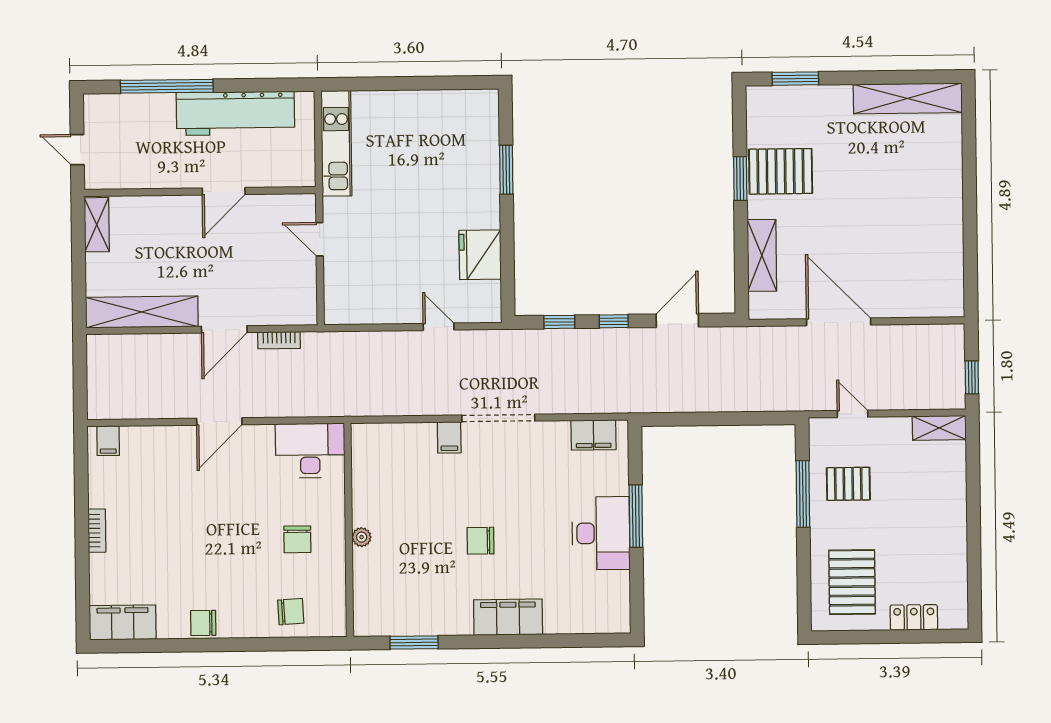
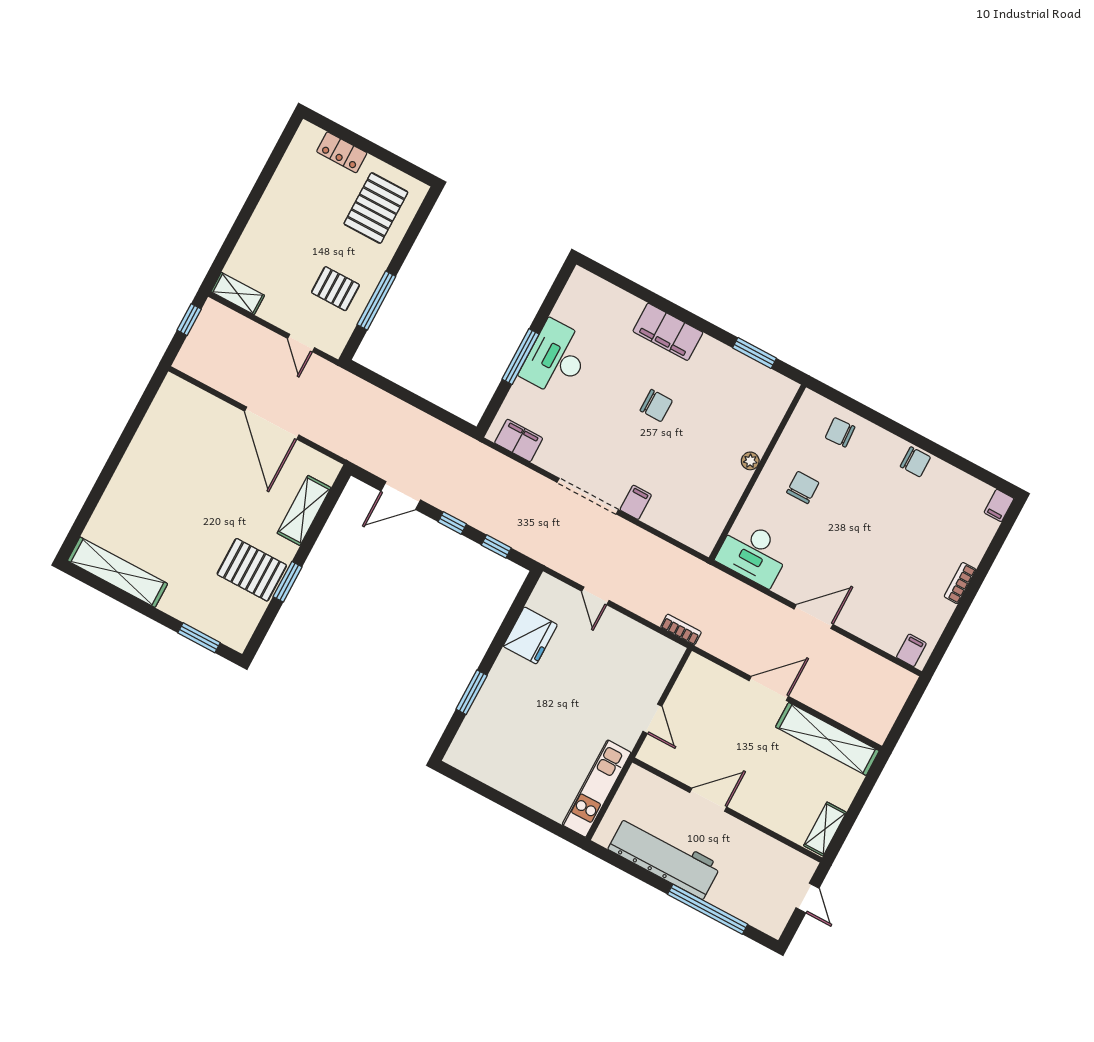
bookcase: (279, 340) -> (681, 630), moved
filing cabinet: (123, 622) -> (999, 505), width x0.33, depth x0.86

